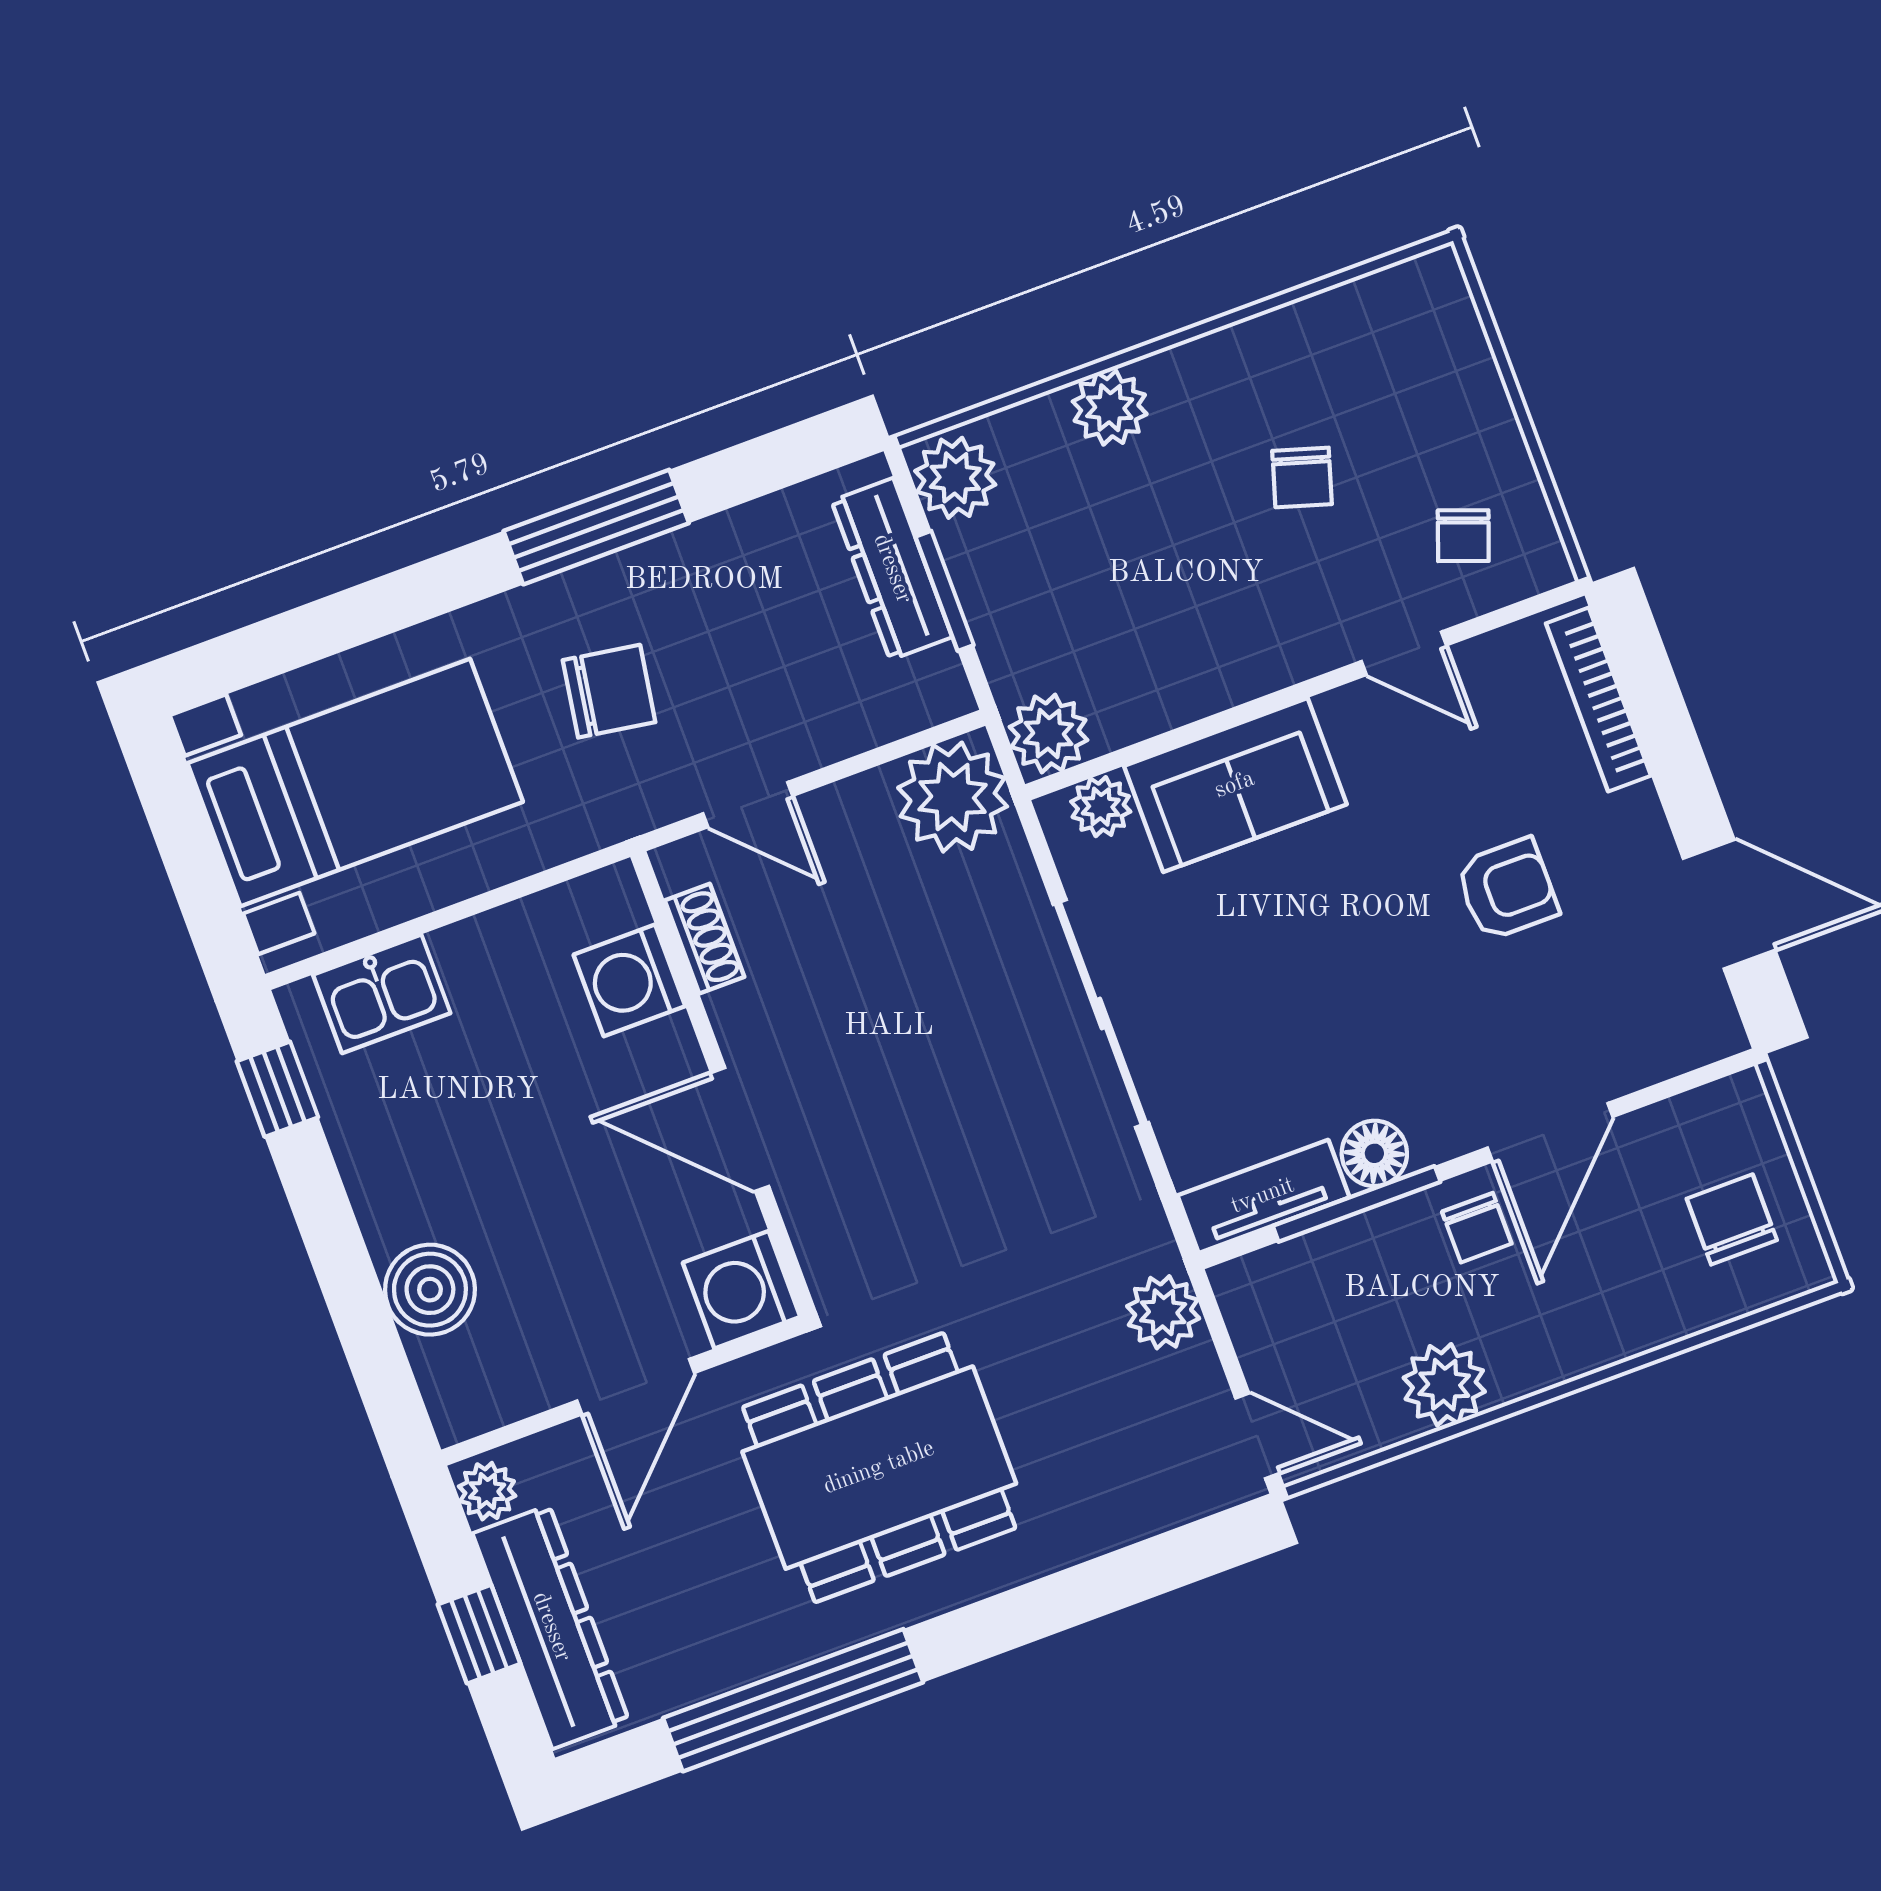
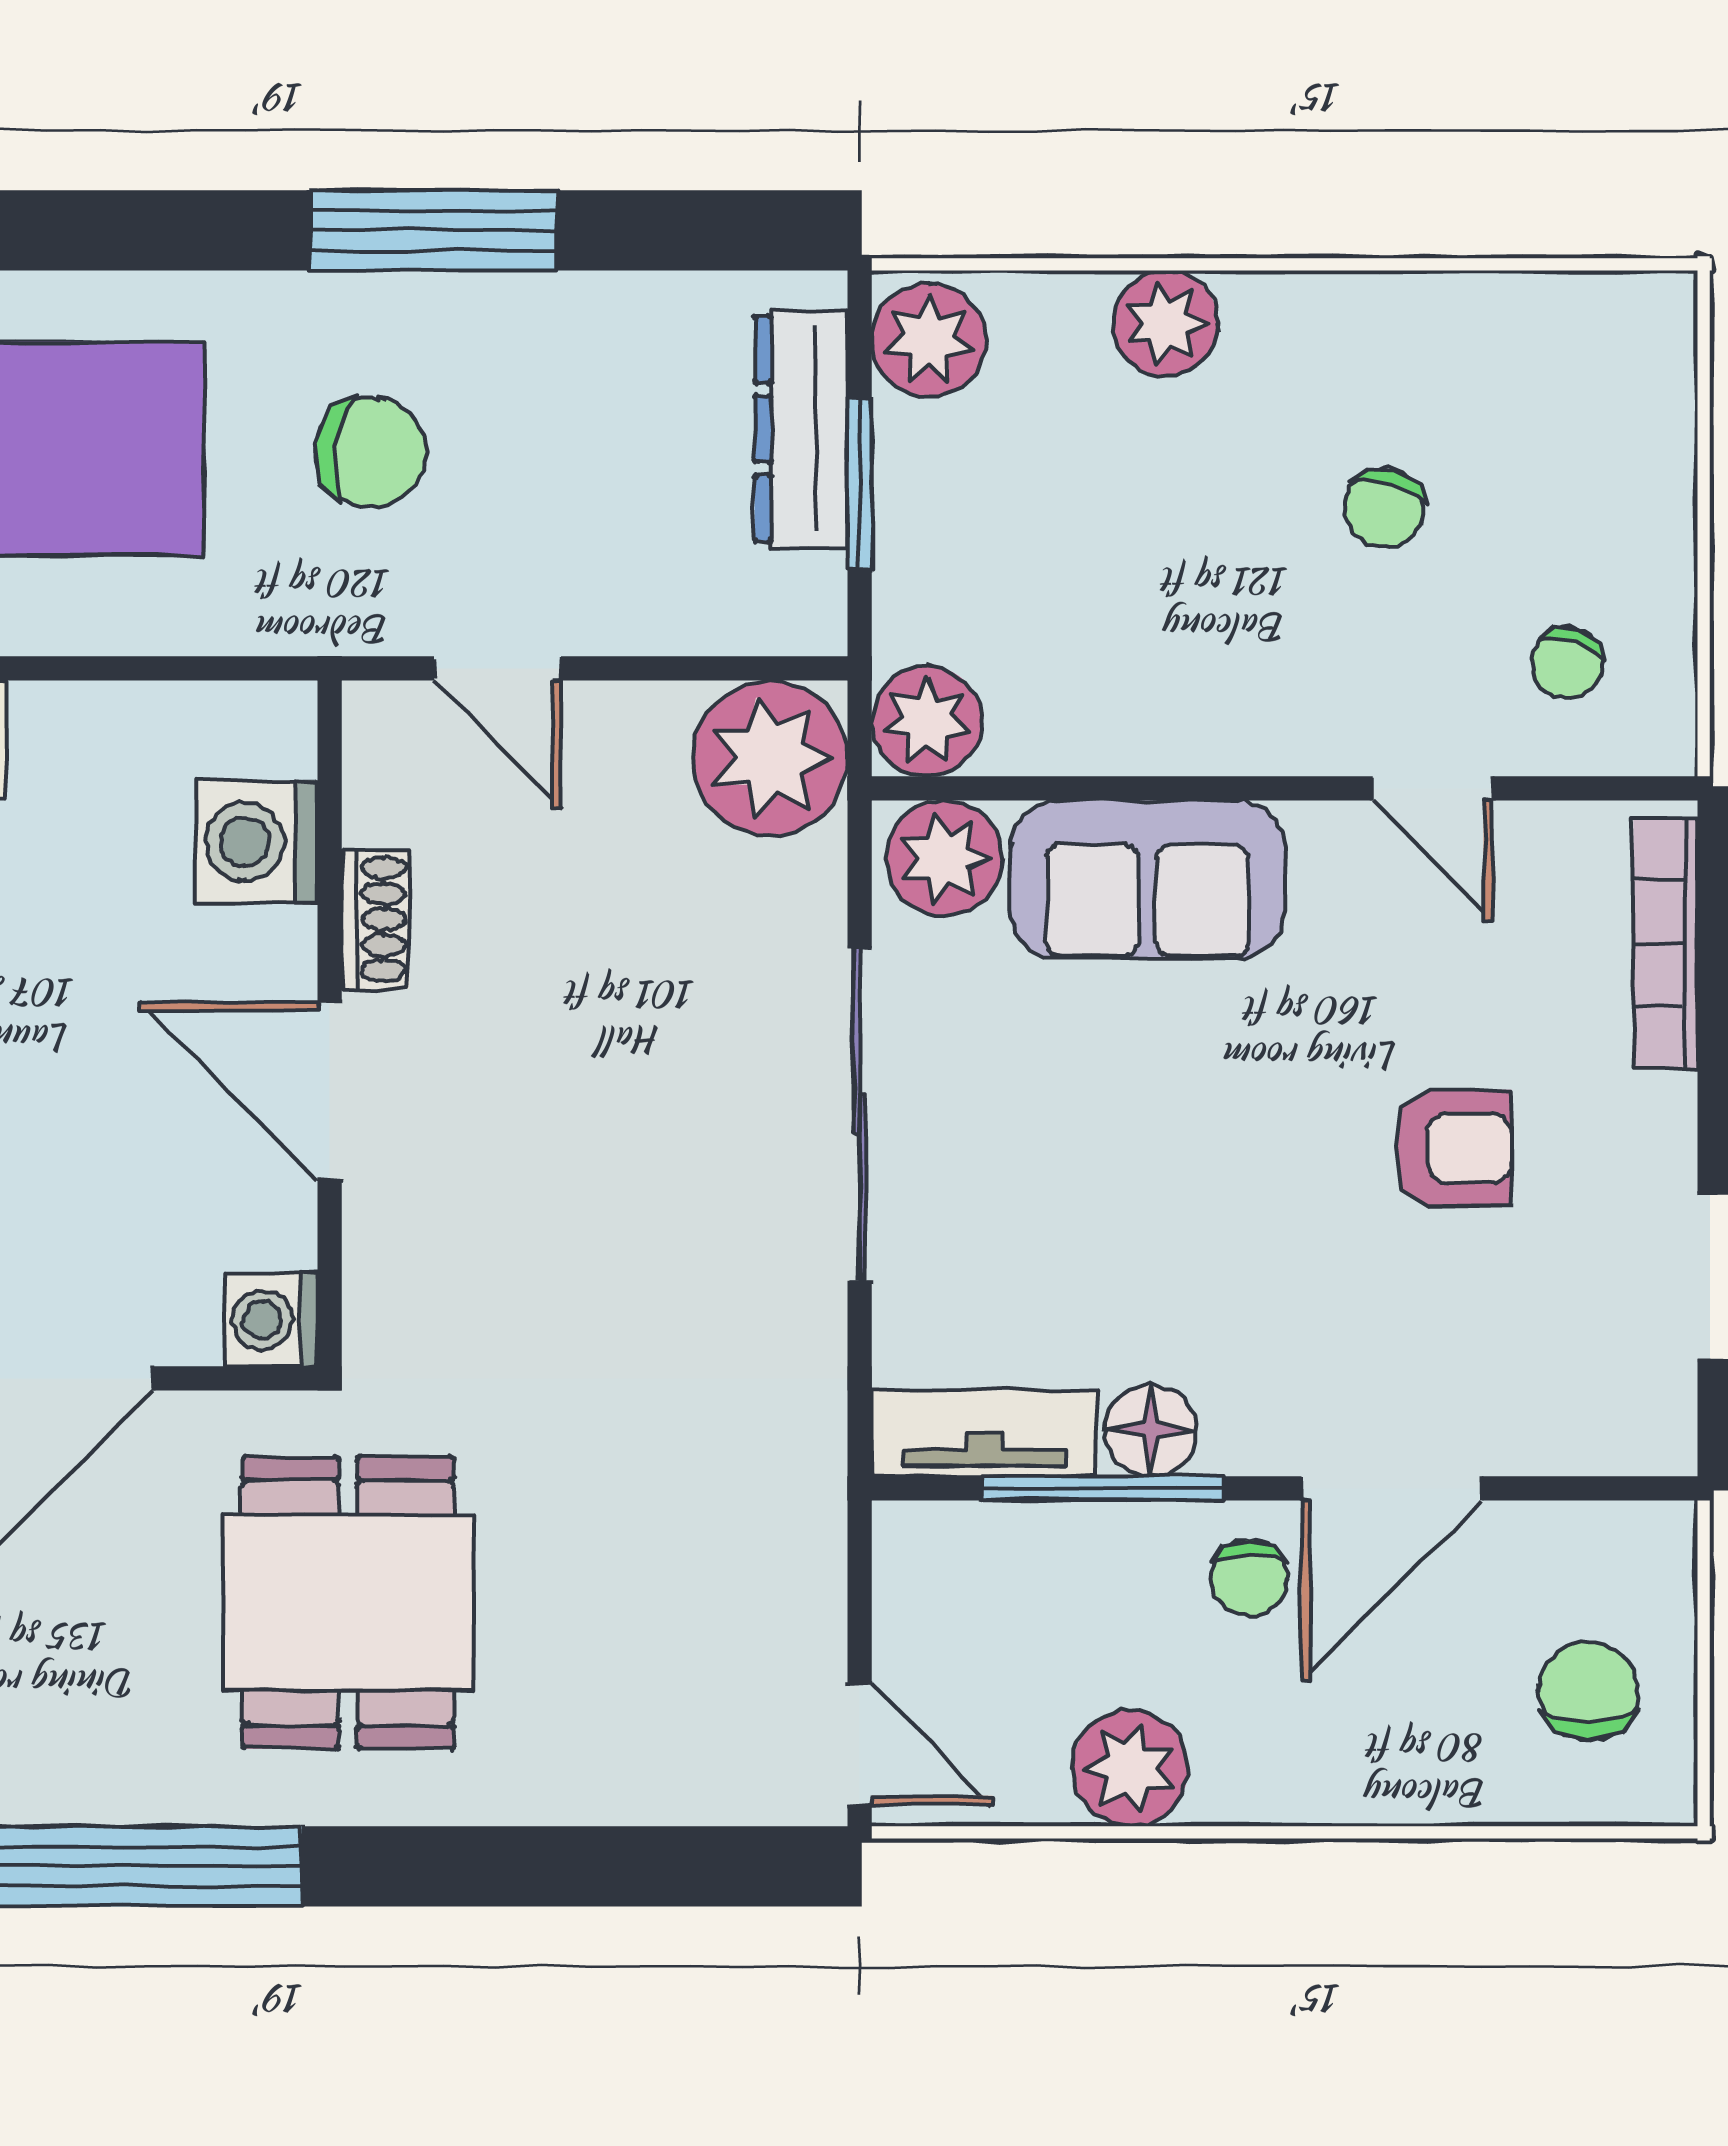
plant: (1101, 807) -> (944, 858), width x1.38, depth x1.38
shoe rack: (704, 939) -> (376, 919), moved
washing machine: (741, 1290) -> (271, 1320), width x0.73, depth x0.73
plant: (1163, 1312) -> (796, 1537), removed
dining table: (879, 1468) -> (348, 1603), width x0.73

